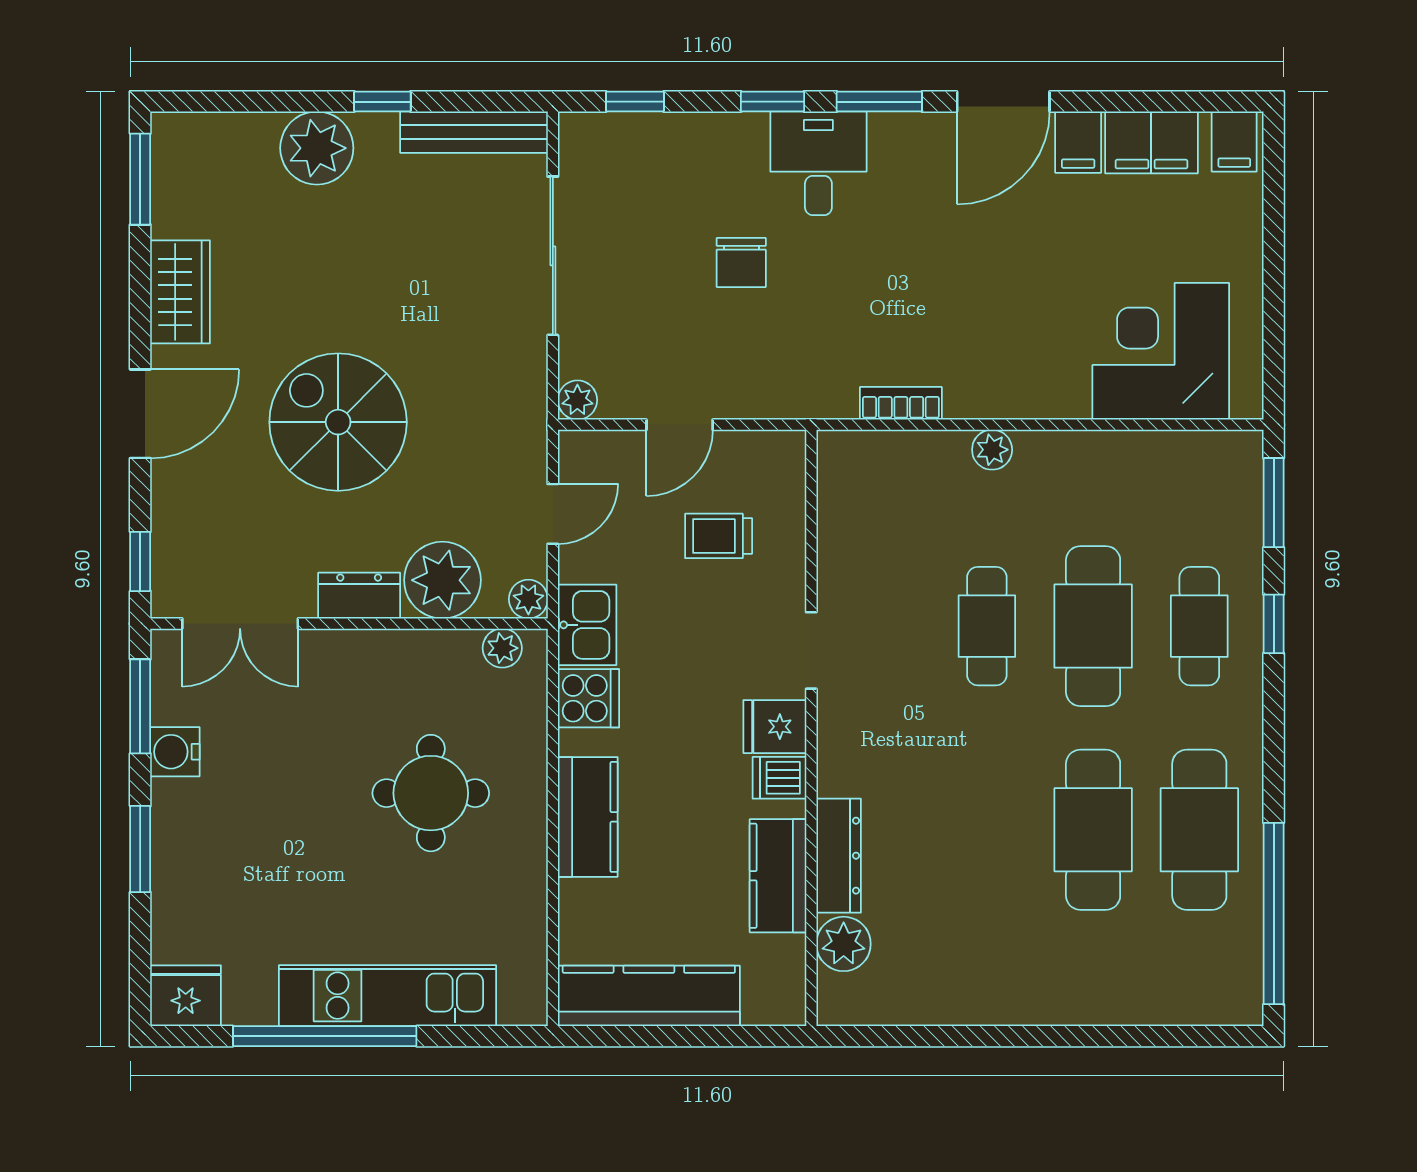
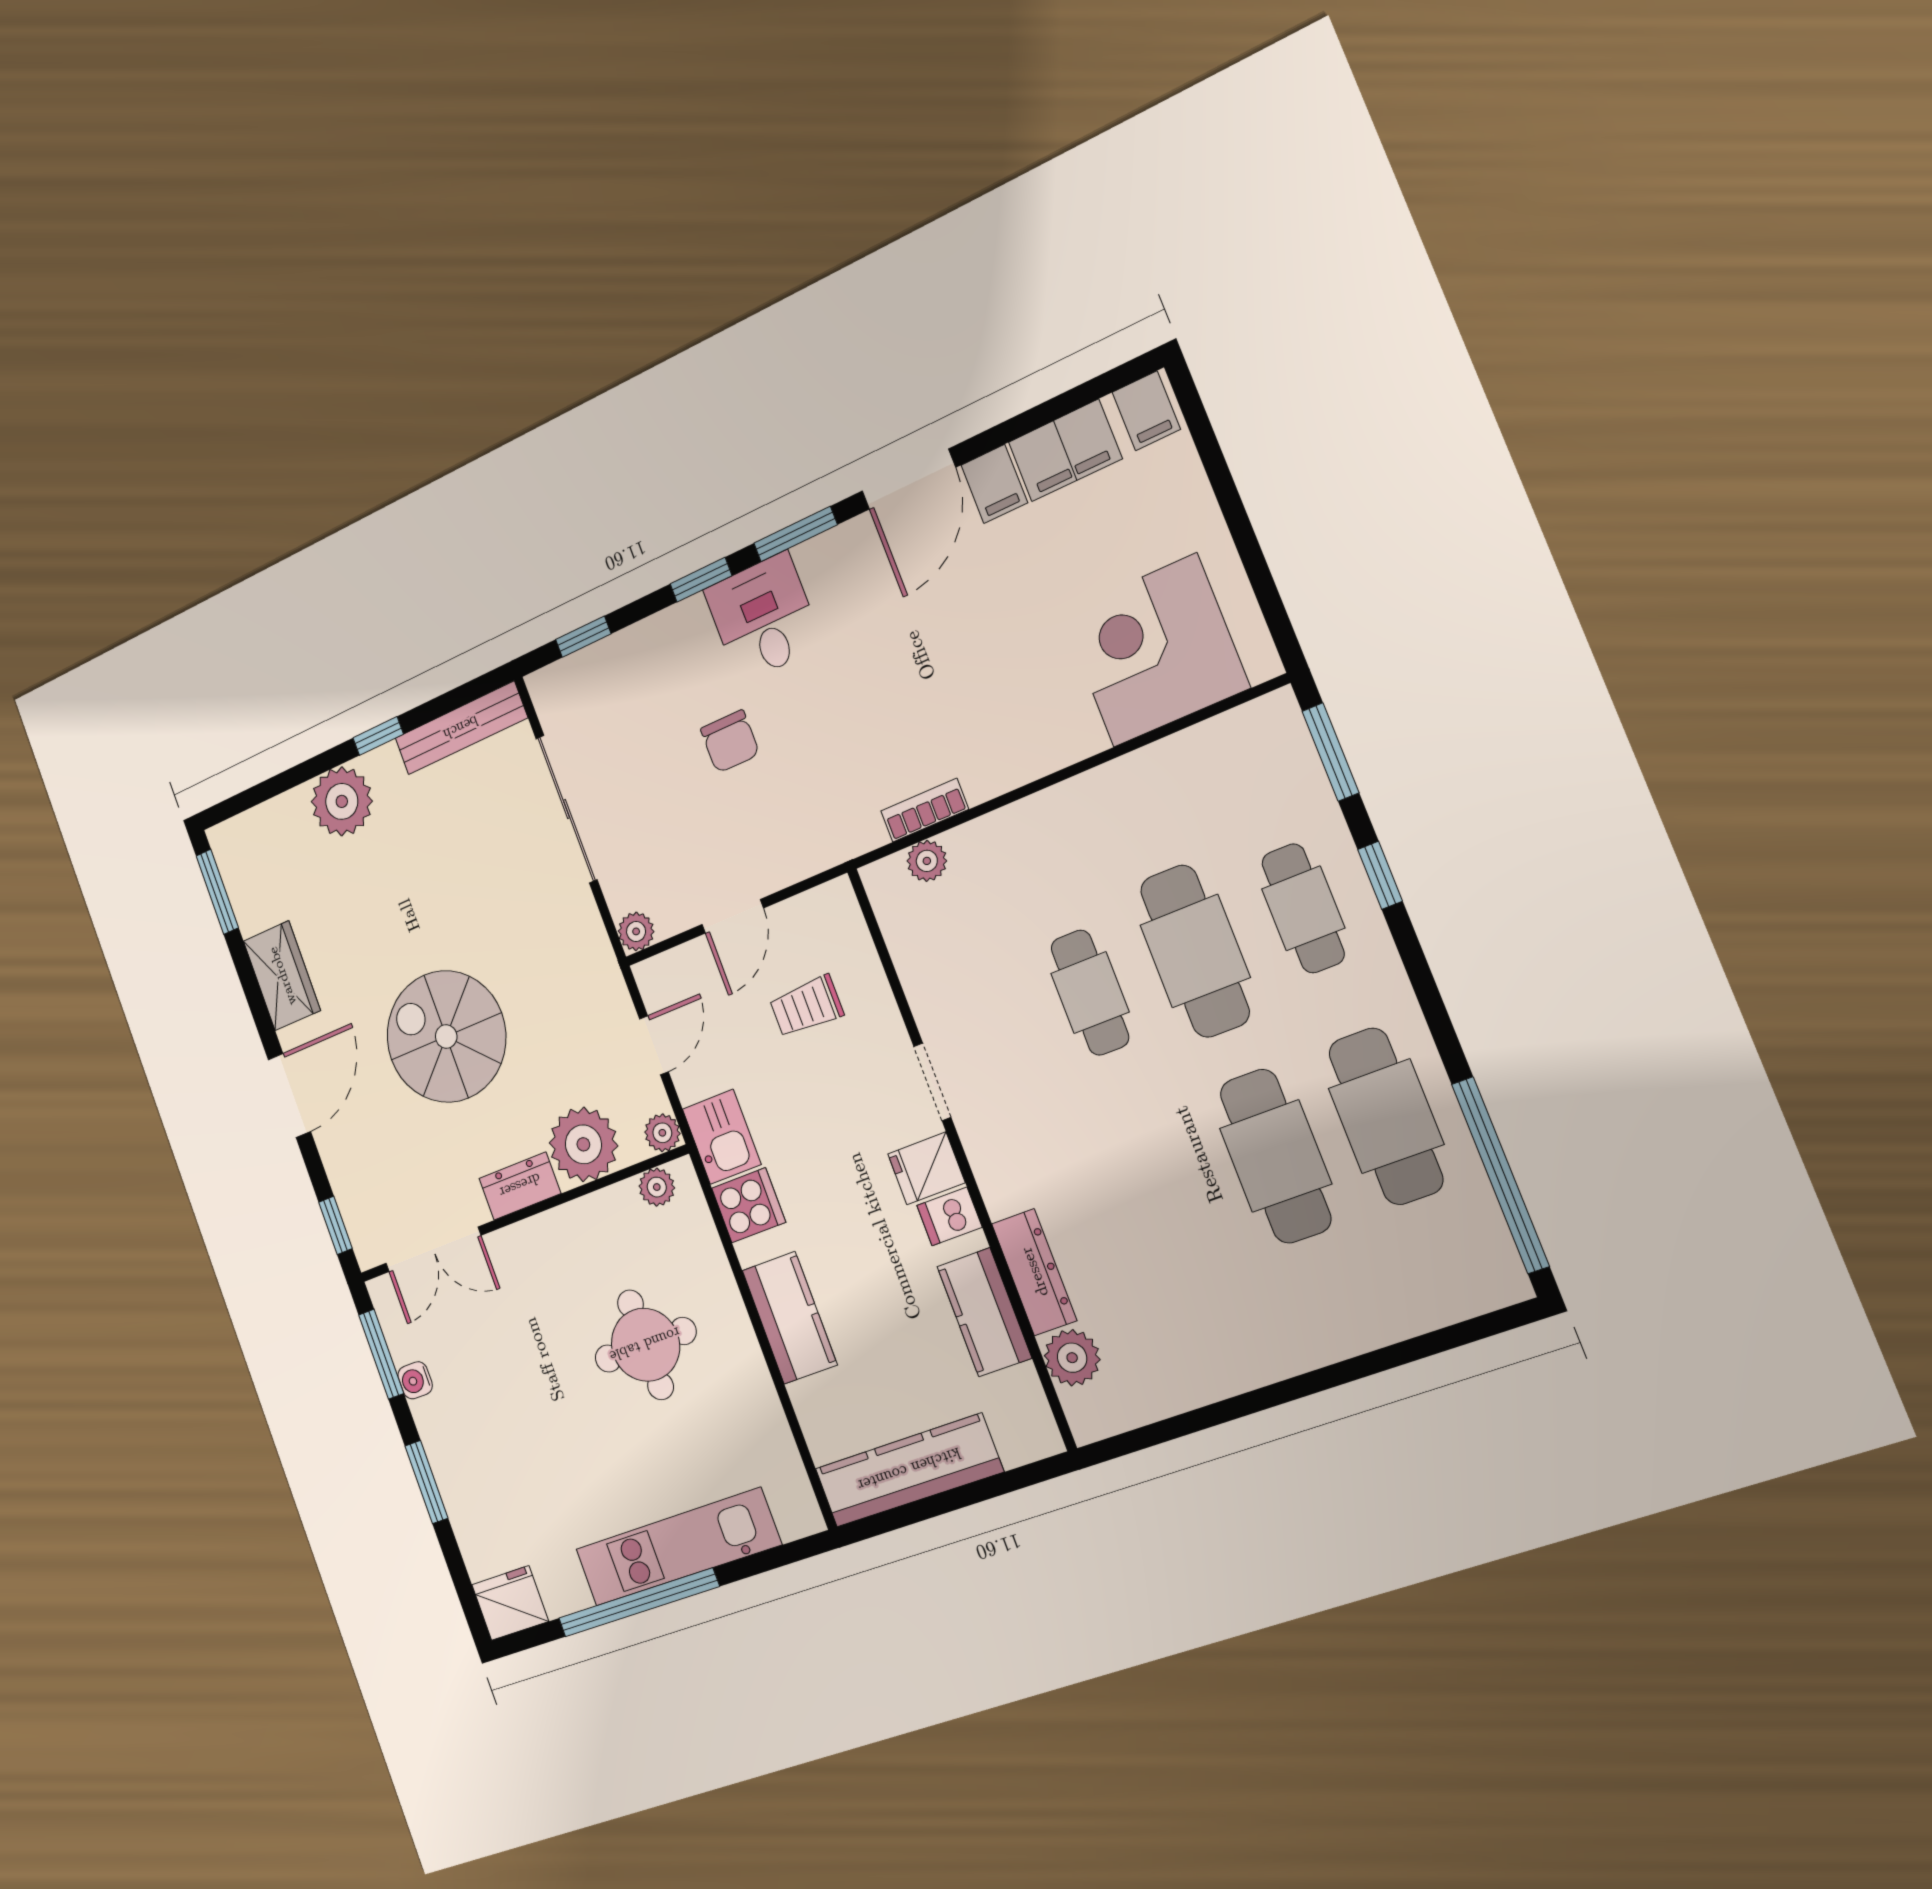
plant: (992, 450) -> (927, 861), moved
water cooler: (175, 752) -> (415, 1380), width x0.72, depth x0.72

